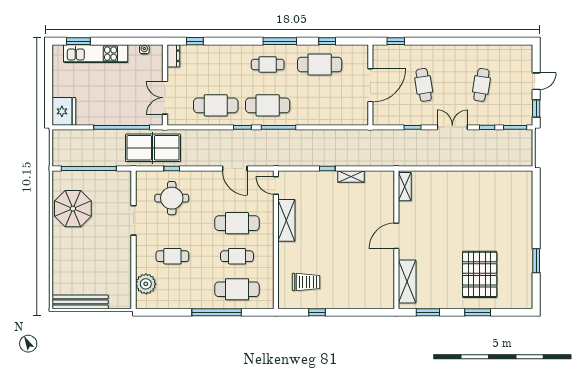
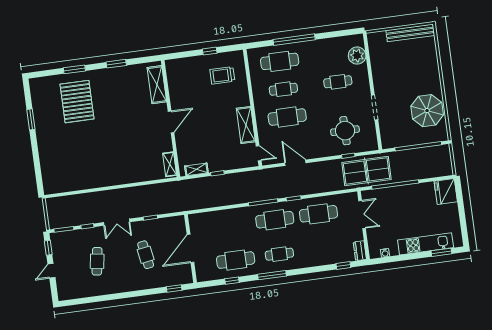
shelving: (405, 187) -> (170, 164), moved
door: (396, 236) -> (171, 122), moved
wall: (396, 240) -> (171, 119), moved
shelving: (407, 282) -> (157, 85), moved

